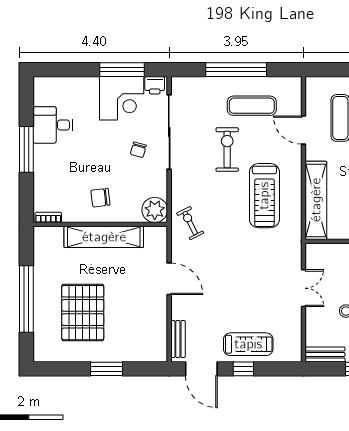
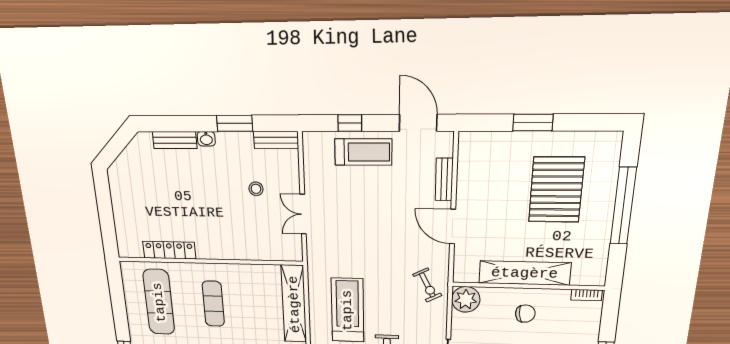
bench: (178, 339) -> (444, 179), moved
treadmill: (248, 344) -> (363, 152), turned 180
window: (243, 369) -> (350, 123), moved

